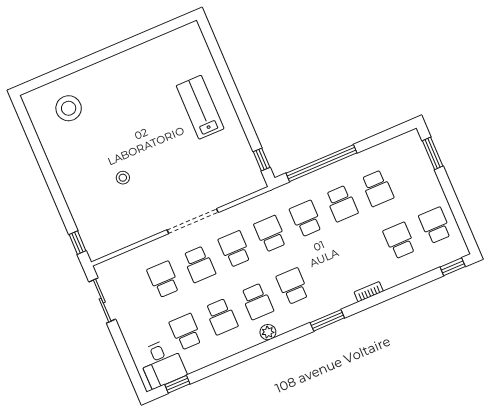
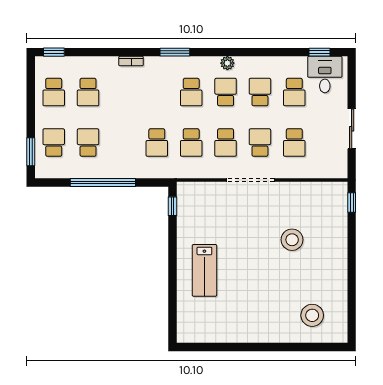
window: (321, 163) -> (103, 182), moved
stool: (123, 178) -> (292, 240), width x1.89, depth x1.89
school desk: (342, 203) -> (54, 143), moved
sliding door: (102, 301) -> (352, 129), moved

